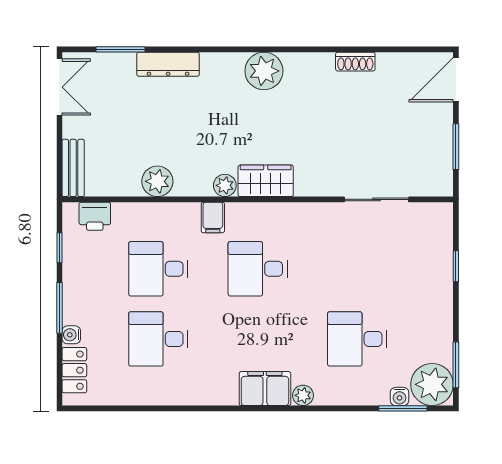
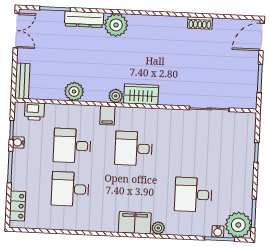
plant: (264, 71) -> (116, 25), moved
water cooler: (71, 335) -> (18, 142), moved

